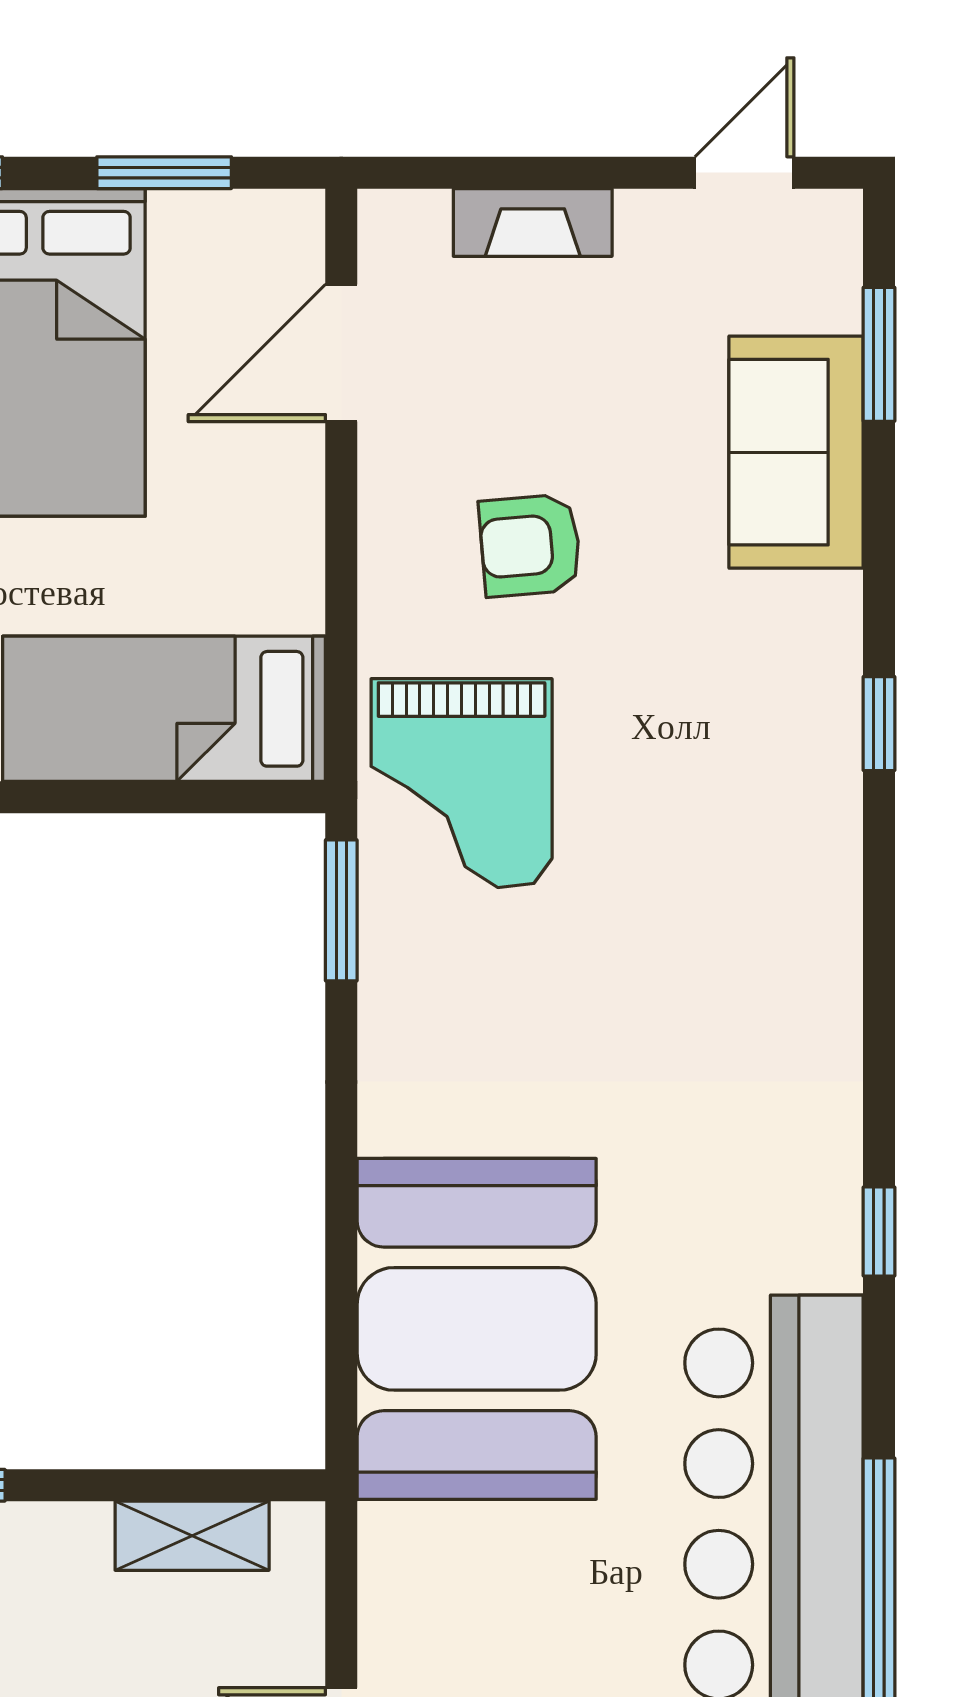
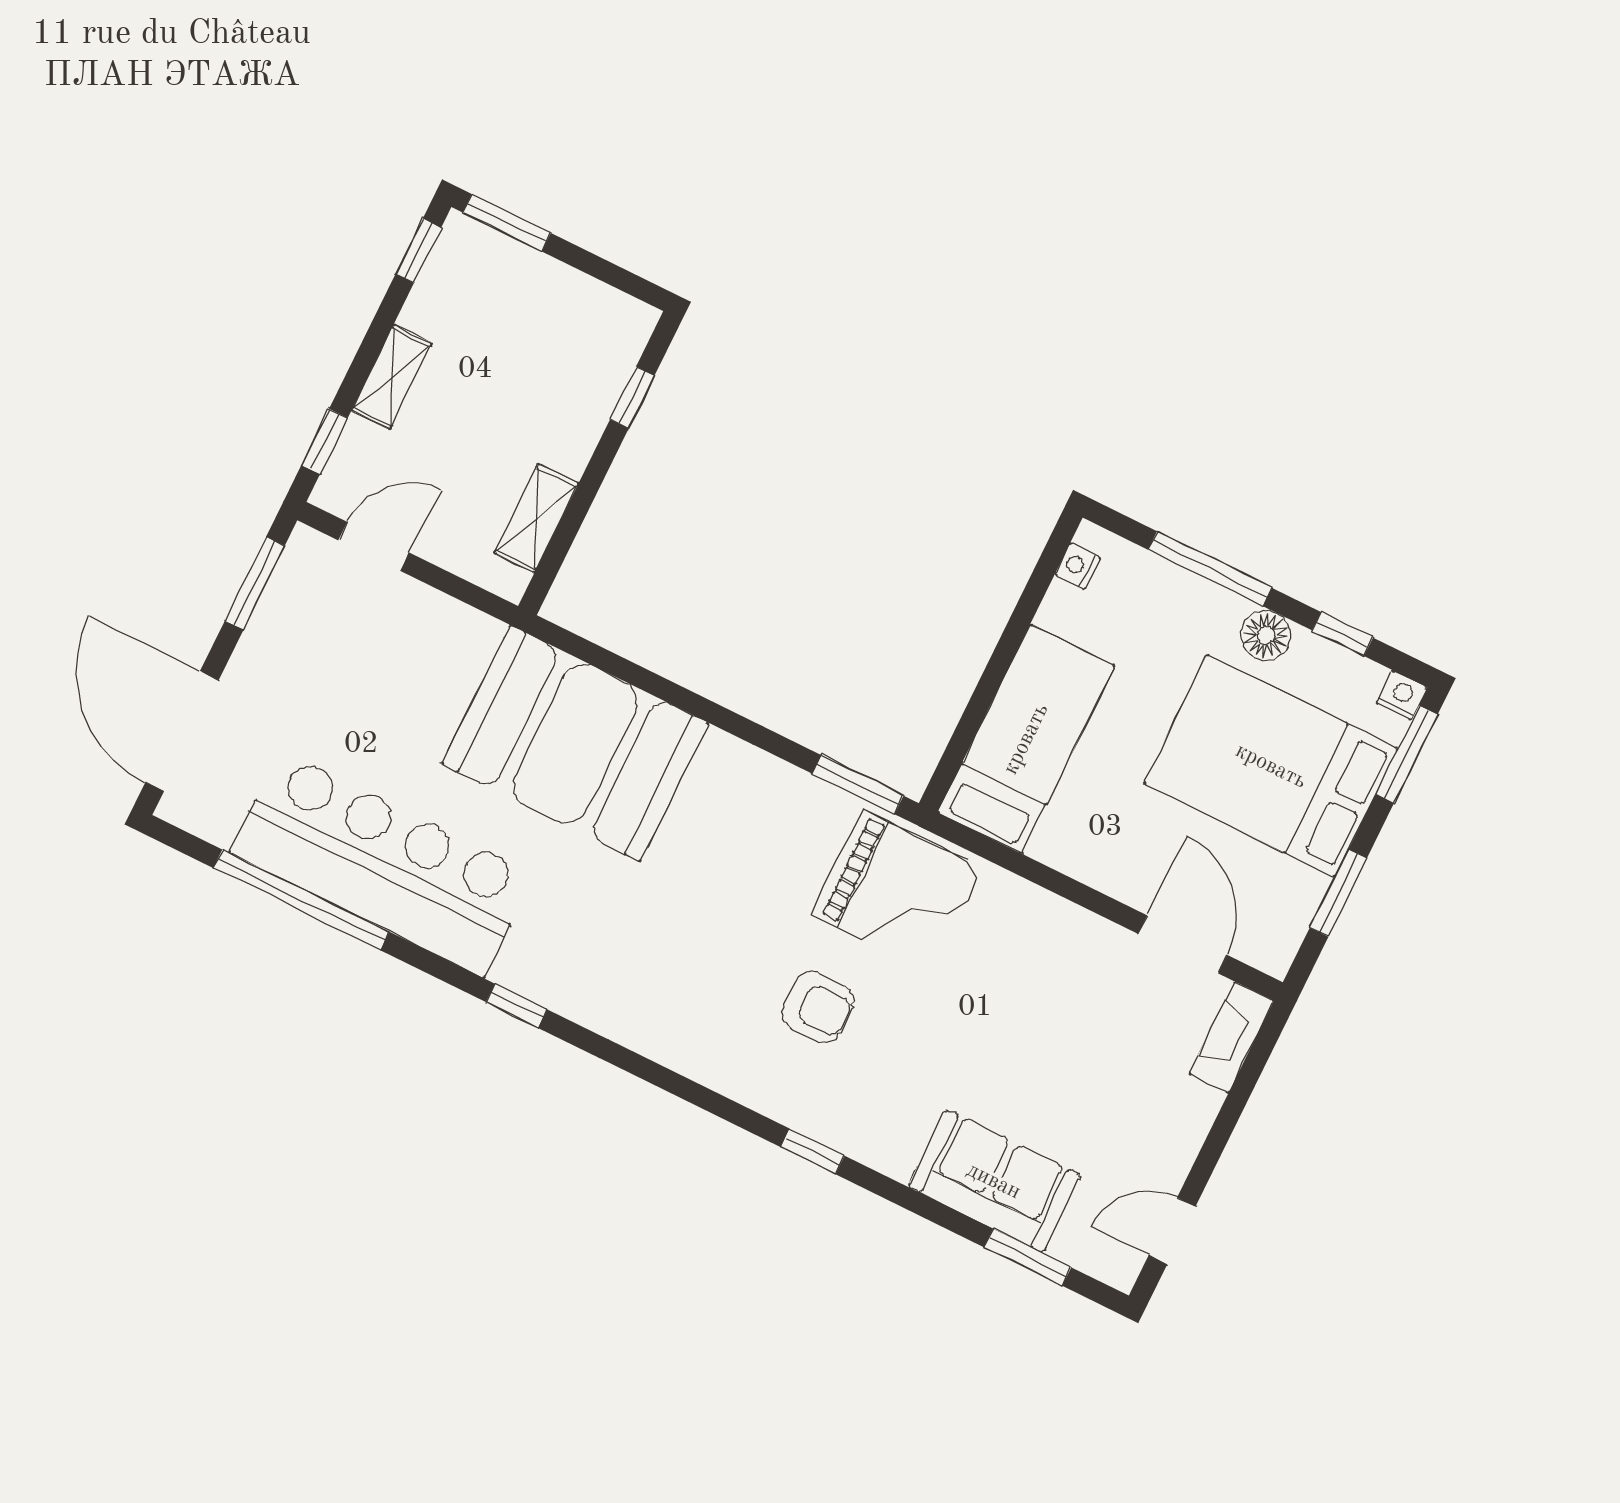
door: (744, 173) -> (1172, 1231), swing flipped
fireplace: (533, 222) -> (1231, 1037), moved
armchair: (530, 545) -> (818, 1007), moved, turned 95
grand piano: (462, 783) -> (897, 891), turned 180

